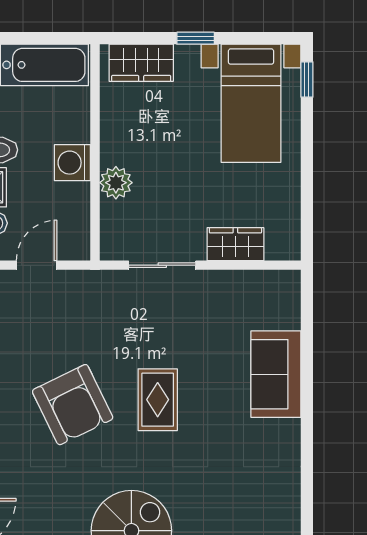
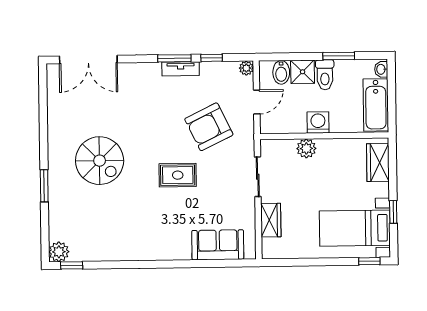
window: (196, 38) -> (393, 212), moved
door: (37, 265) -> (257, 102), hinge flipped
sofa: (276, 374) -> (218, 245), moved
armchair: (73, 405) -> (209, 127), moved

